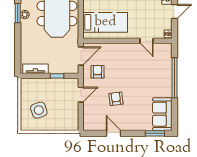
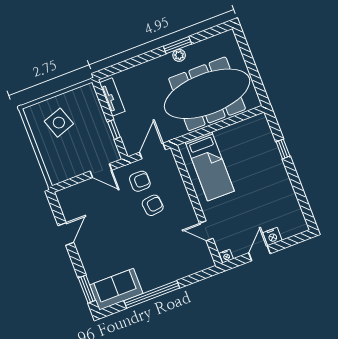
door: (174, 11) -> (260, 253), swing flipped
door: (147, 41) -> (206, 231), hinge flipped
door: (81, 56) -> (152, 151), swing flipped
window: (174, 78) -> (152, 294), moved
armchair: (116, 99) -> (153, 205), moved

